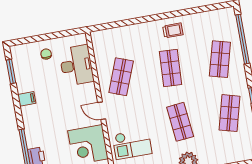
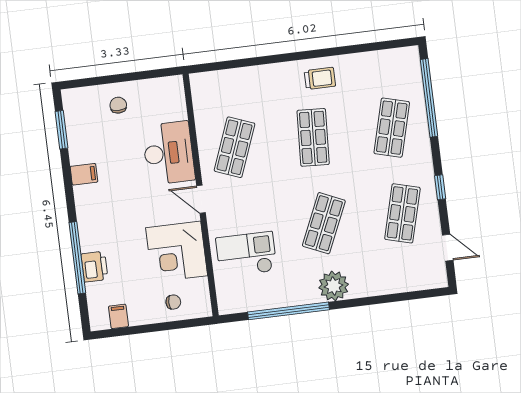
desk: (76, 65) -> (168, 153), moved
shop shelf: (180, 122) -> (324, 223), turned 30
checkout: (132, 144) -> (246, 254), turned 180

